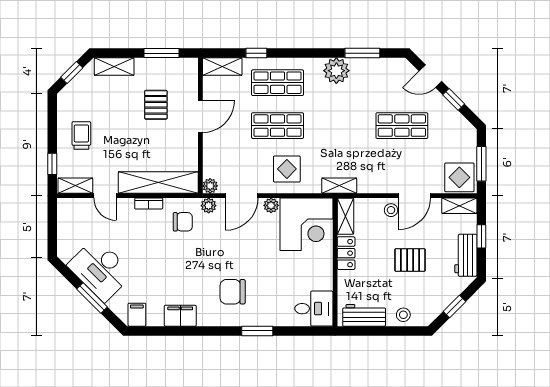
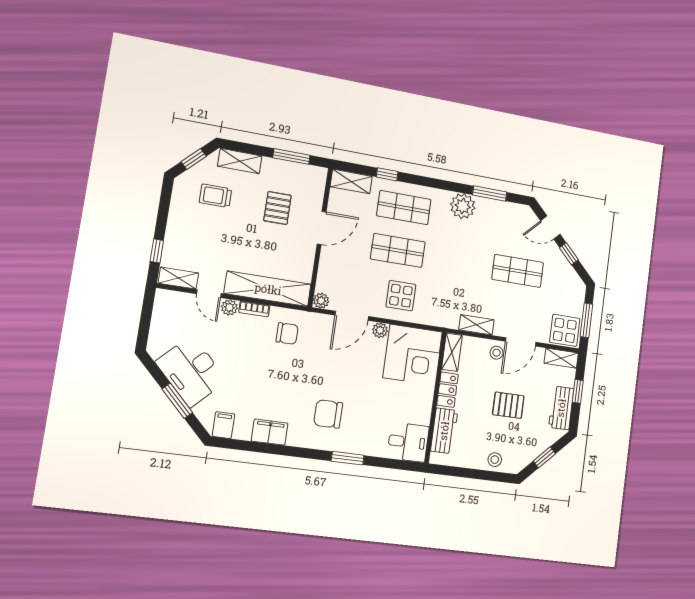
trolley: (81, 135) -> (215, 196), moved, turned -90
shelving: (339, 186) -> (476, 325), moved
plant: (209, 206) -> (229, 307), moved
workbench: (364, 315) -> (444, 431), moved, turned 90

